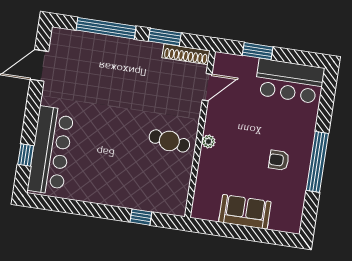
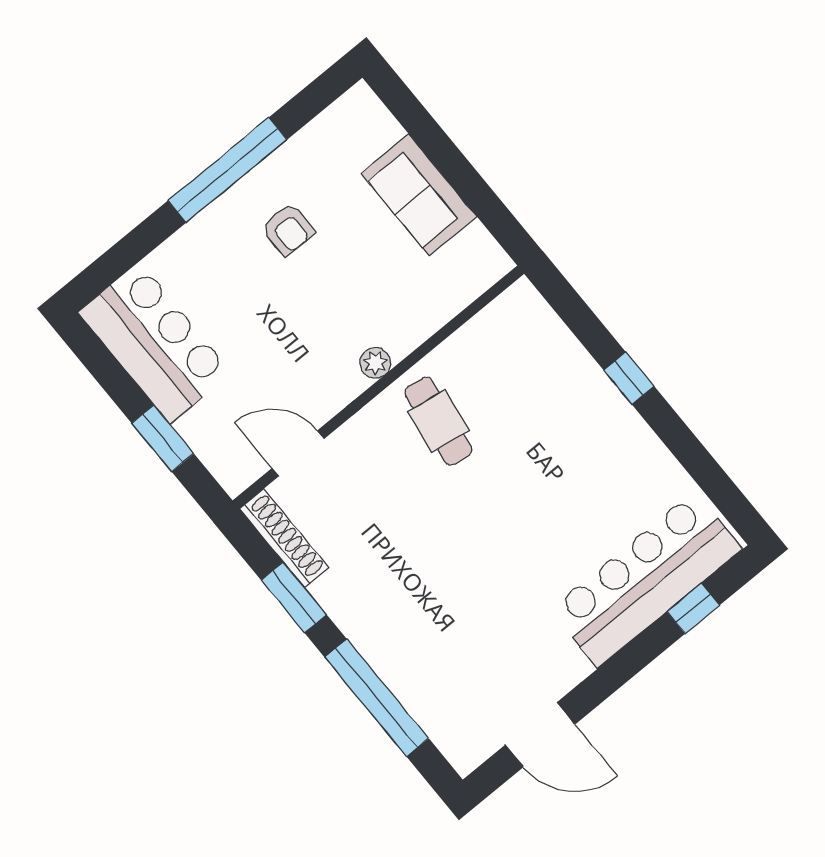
window: (141, 217) -> (629, 378), moved

